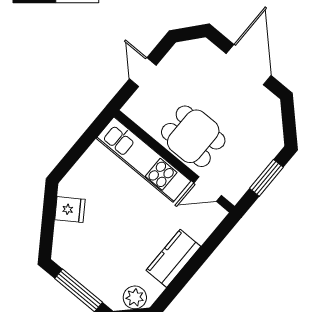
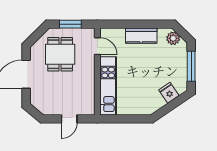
dining table: (193, 136) -> (60, 54), moved
fridge: (70, 210) -> (169, 93), moved

